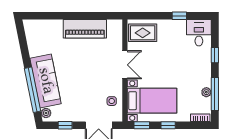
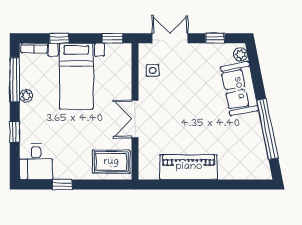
sofa: (46, 81) -> (239, 88), width x0.73
window: (33, 90) -> (267, 129), moved
plant: (206, 92) -> (26, 96), moved
bed with nightstands: (152, 101) -> (76, 76), moved, turned -90
window: (168, 125) -> (59, 38), moved

